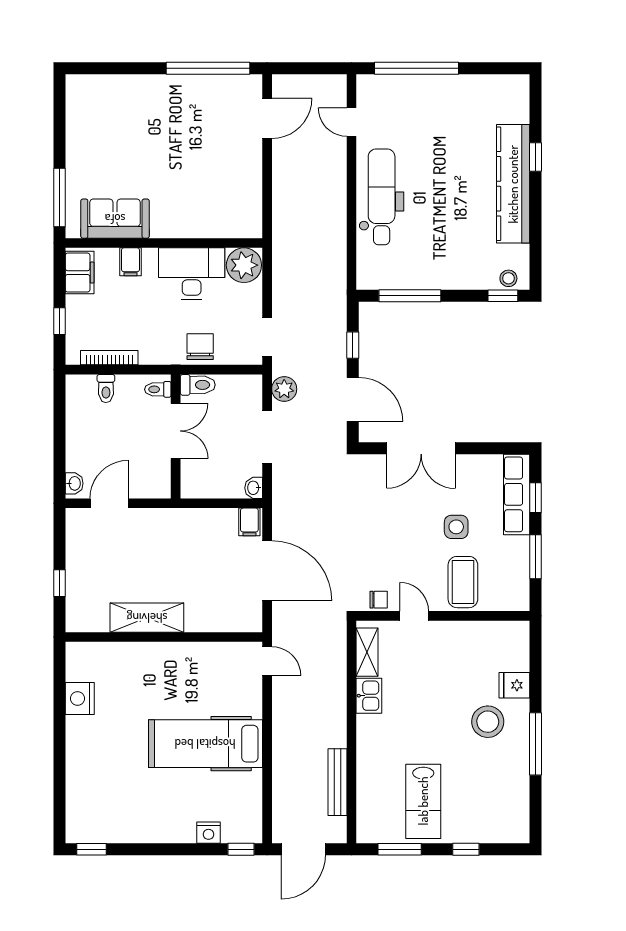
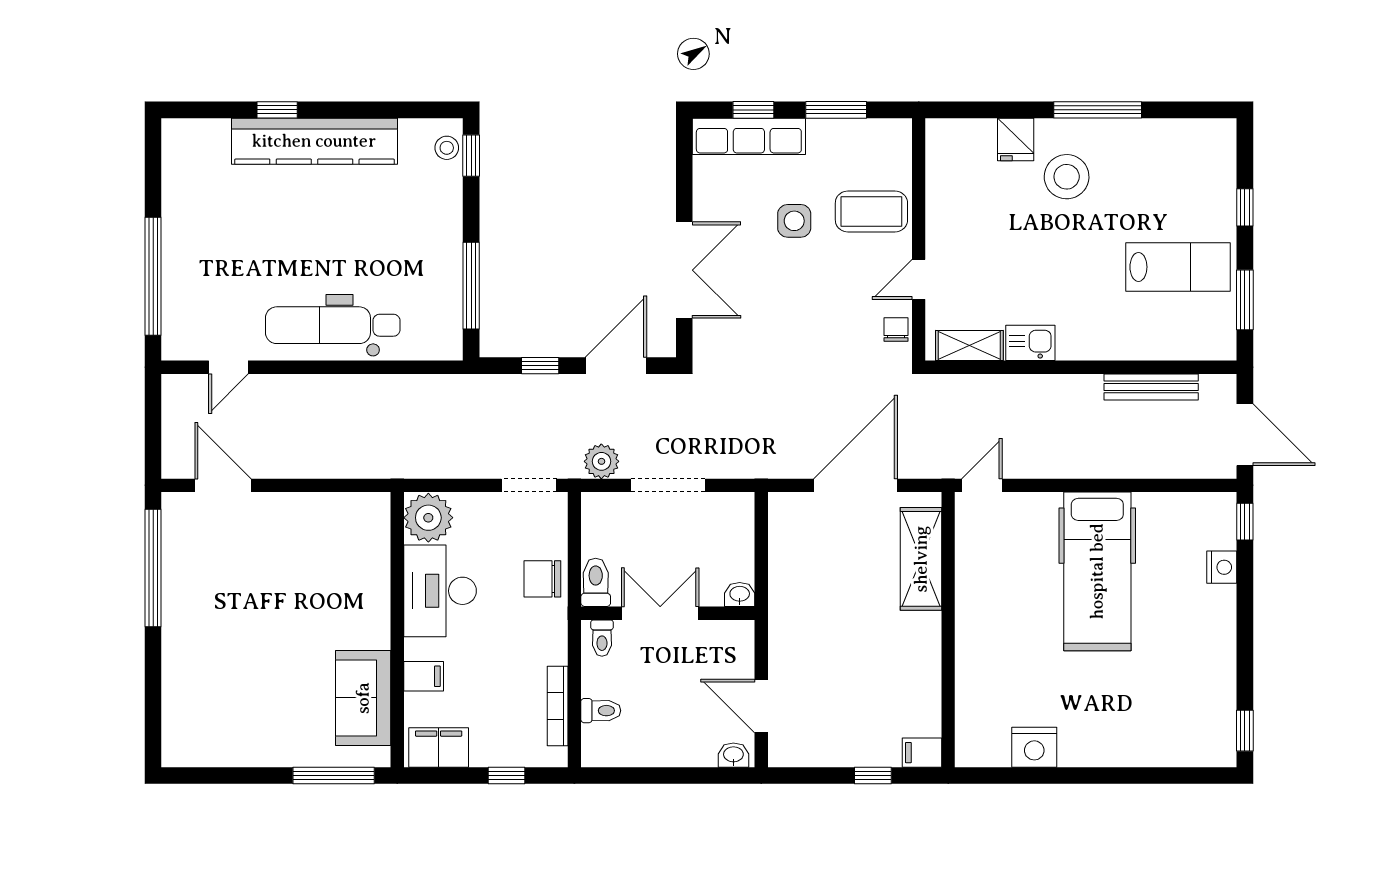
washbasin: (254, 488) -> (740, 594), moved, turned 180
filing cabinet: (249, 522) -> (922, 753), moved, turned 180
shelving: (147, 618) -> (921, 559), moved

